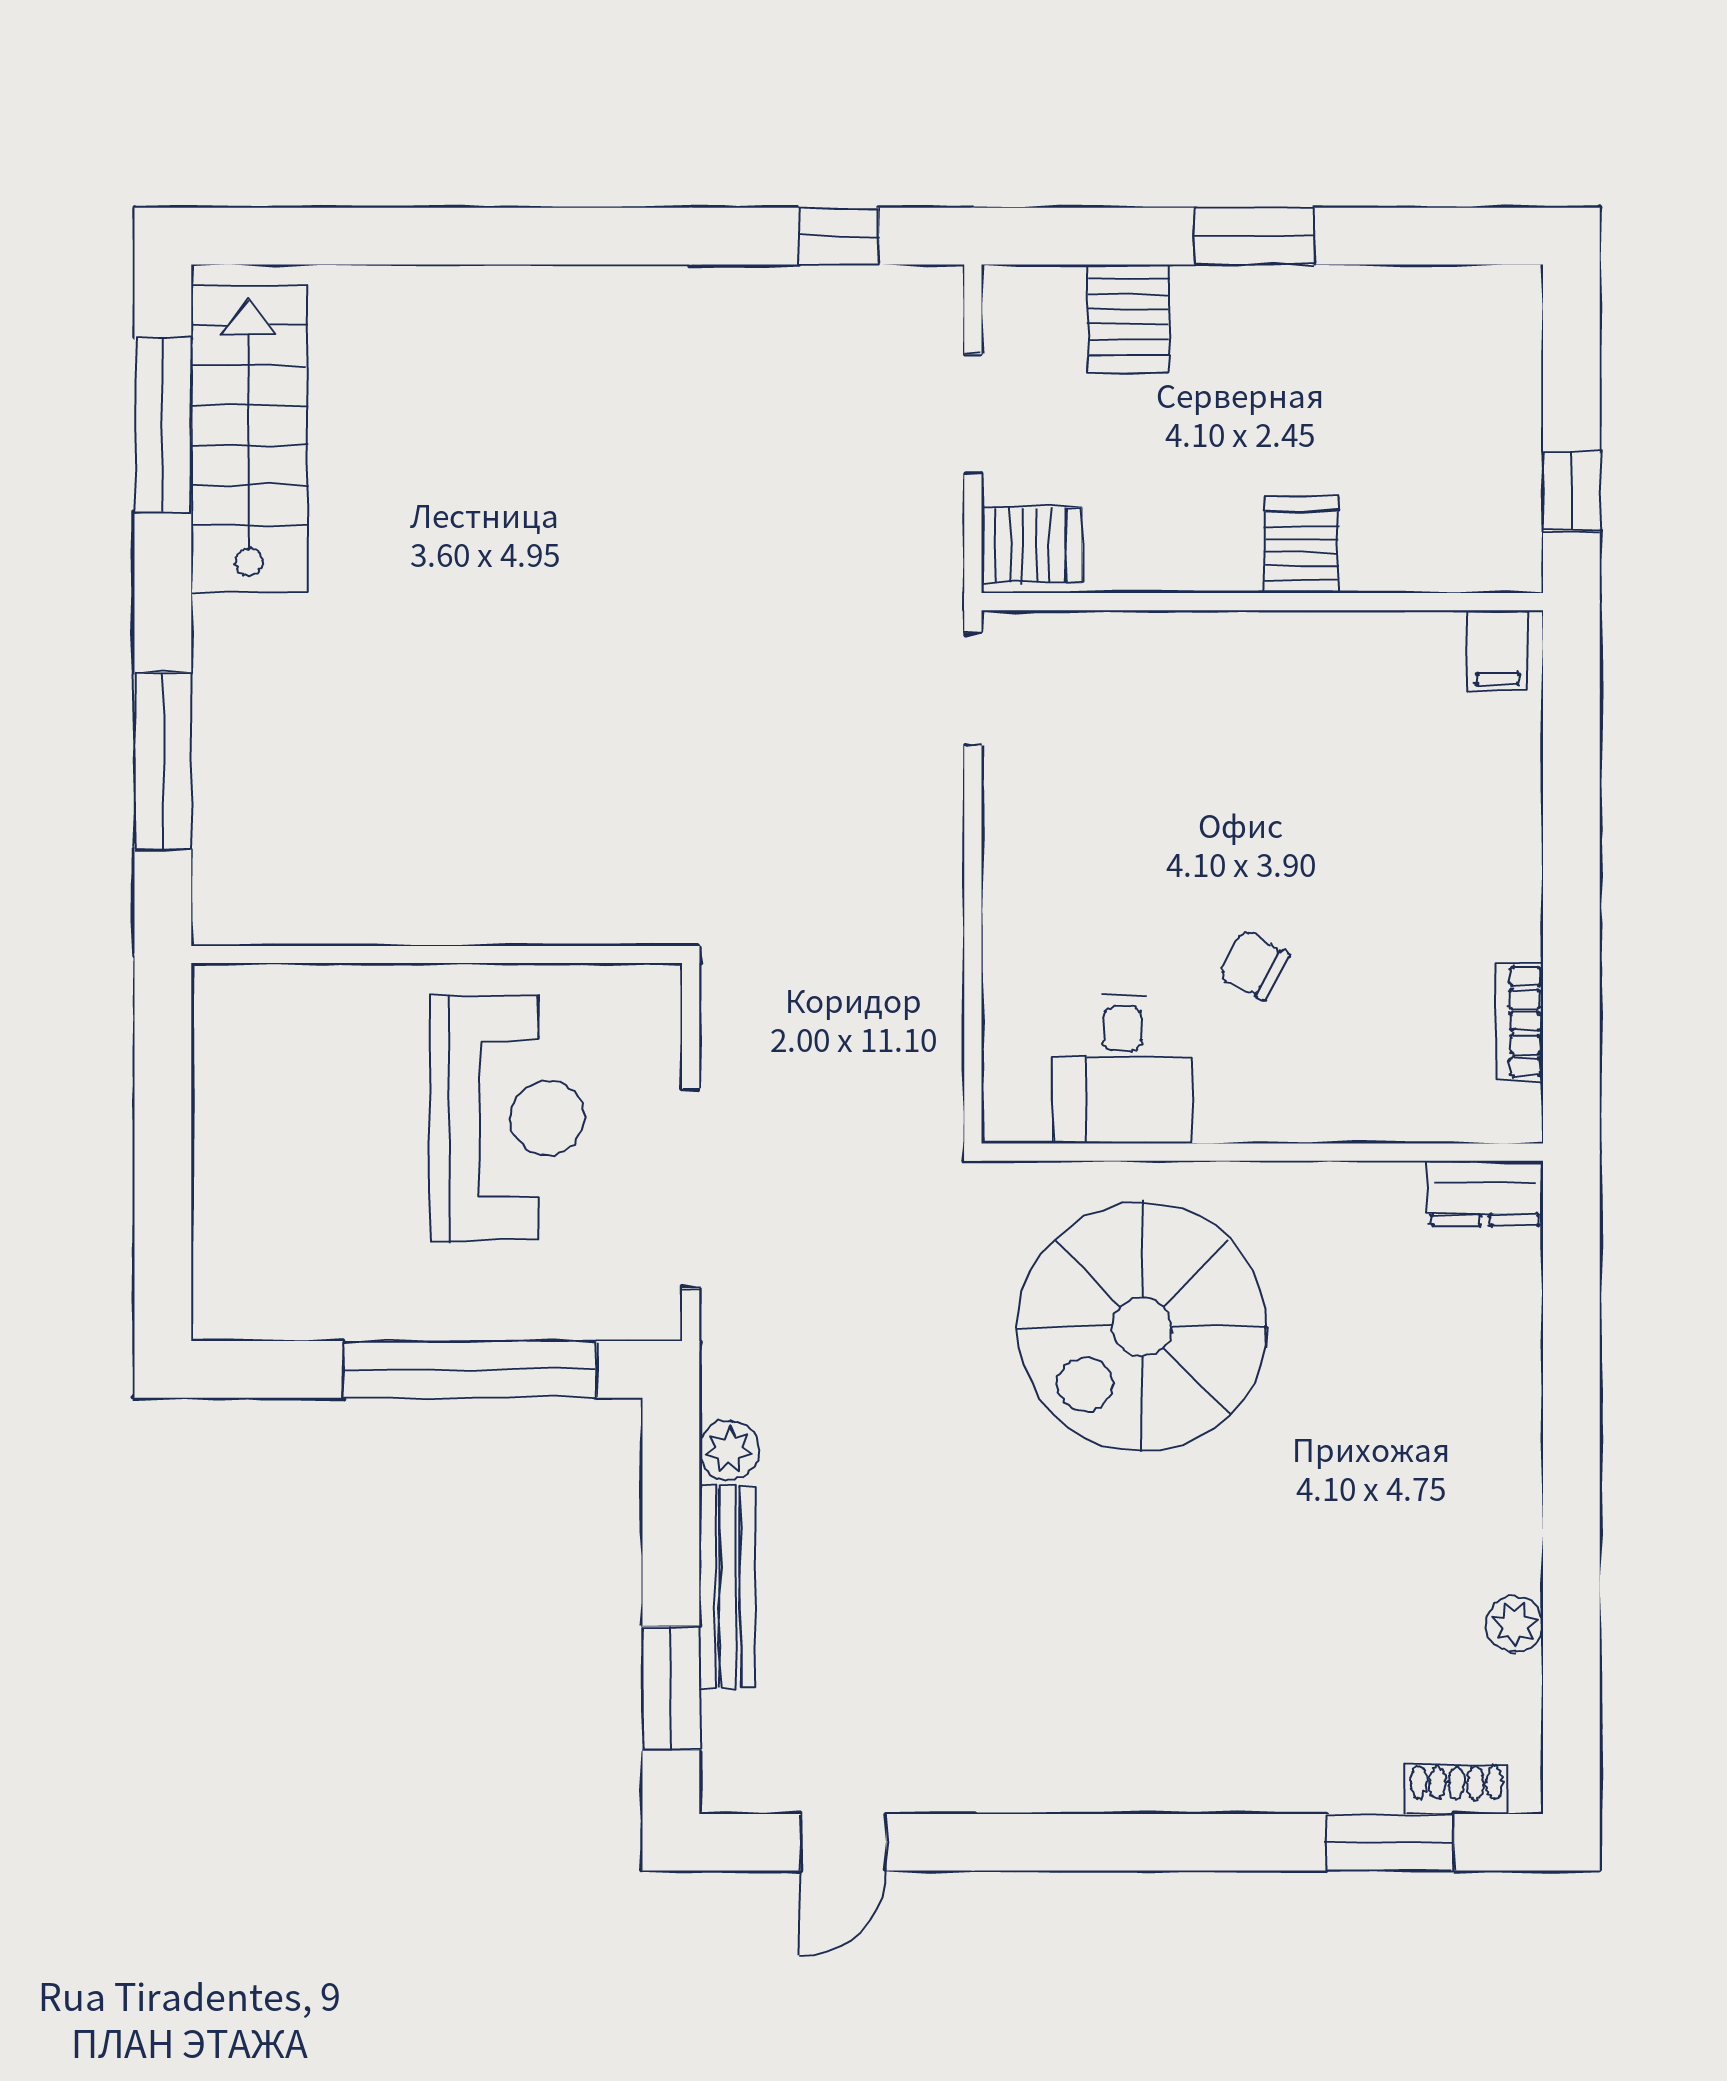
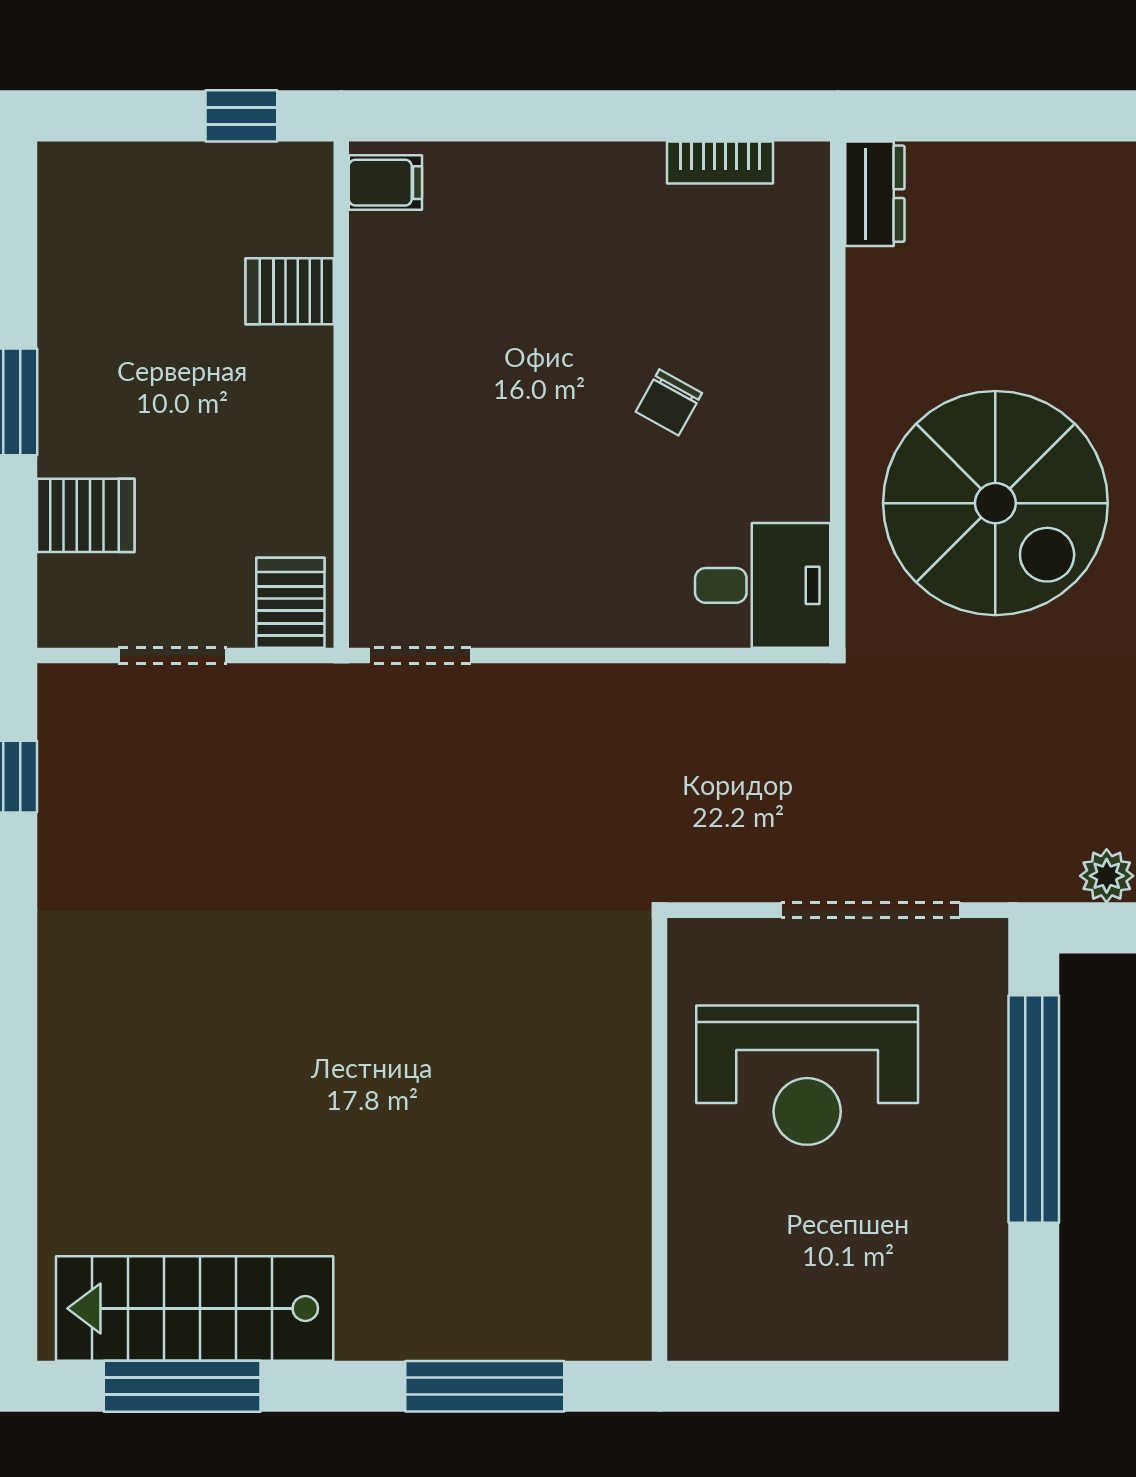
server rack: (1301, 544) -> (290, 291), moved
desk: (1123, 1069) -> (763, 585), moved
reception desk: (508, 1118) -> (807, 1075), turned 180

